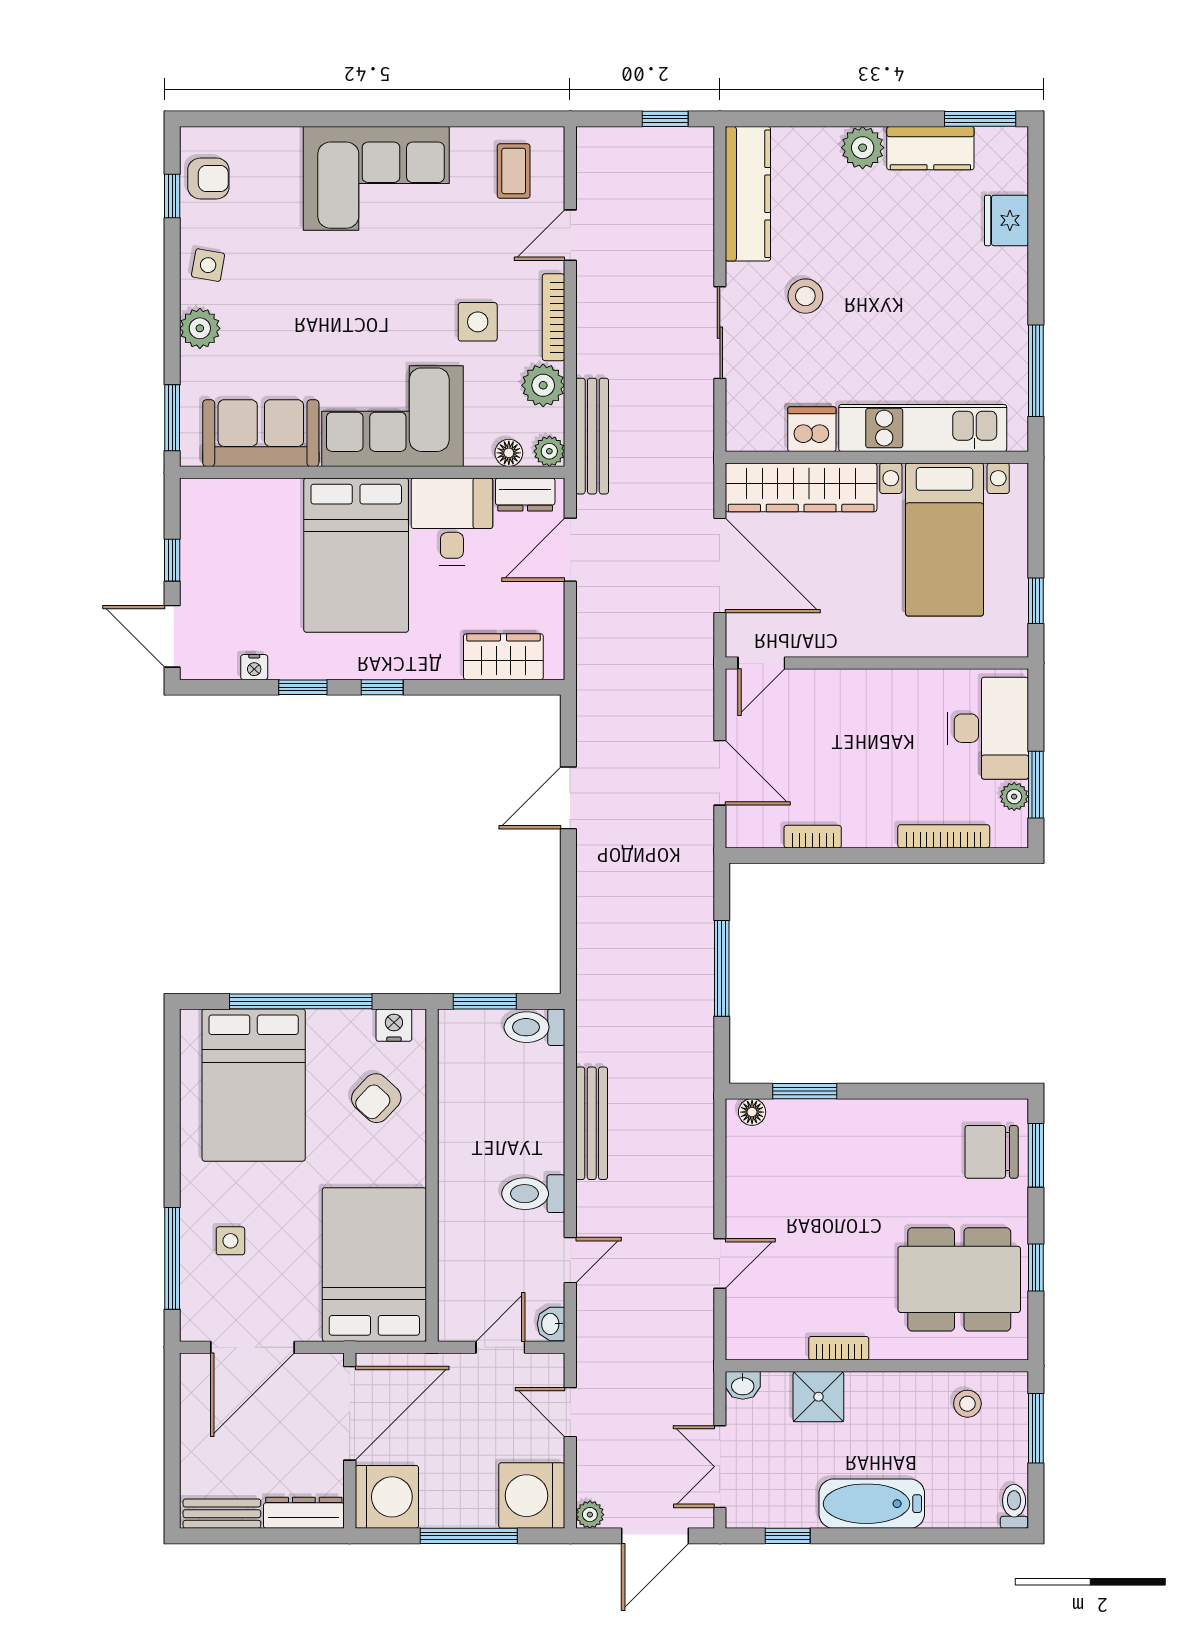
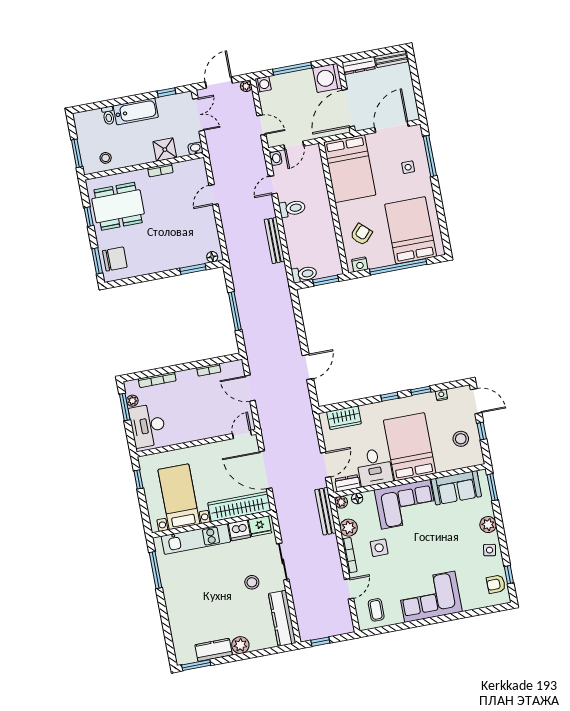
fridge: (1006, 220) -> (260, 526), moved, turned 90
stool: (227, 551) -> (461, 439), added
washing machine: (532, 1496) -> (263, 84), width x0.53, depth x0.53
toilet: (1014, 1506) -> (108, 115), moved

